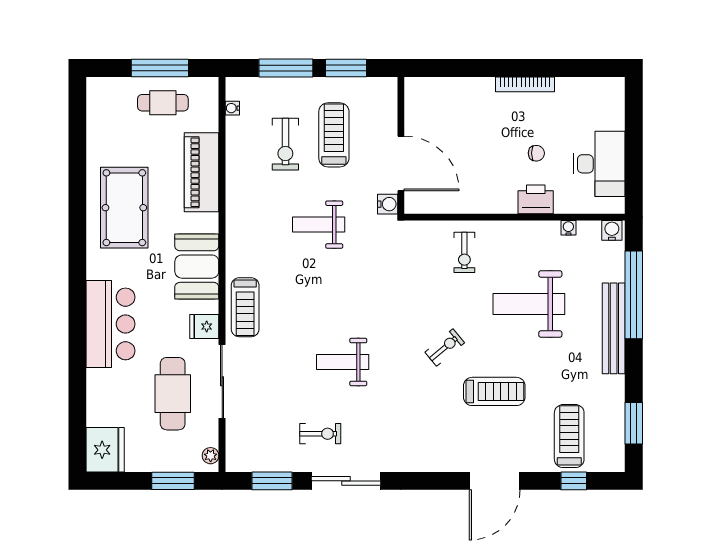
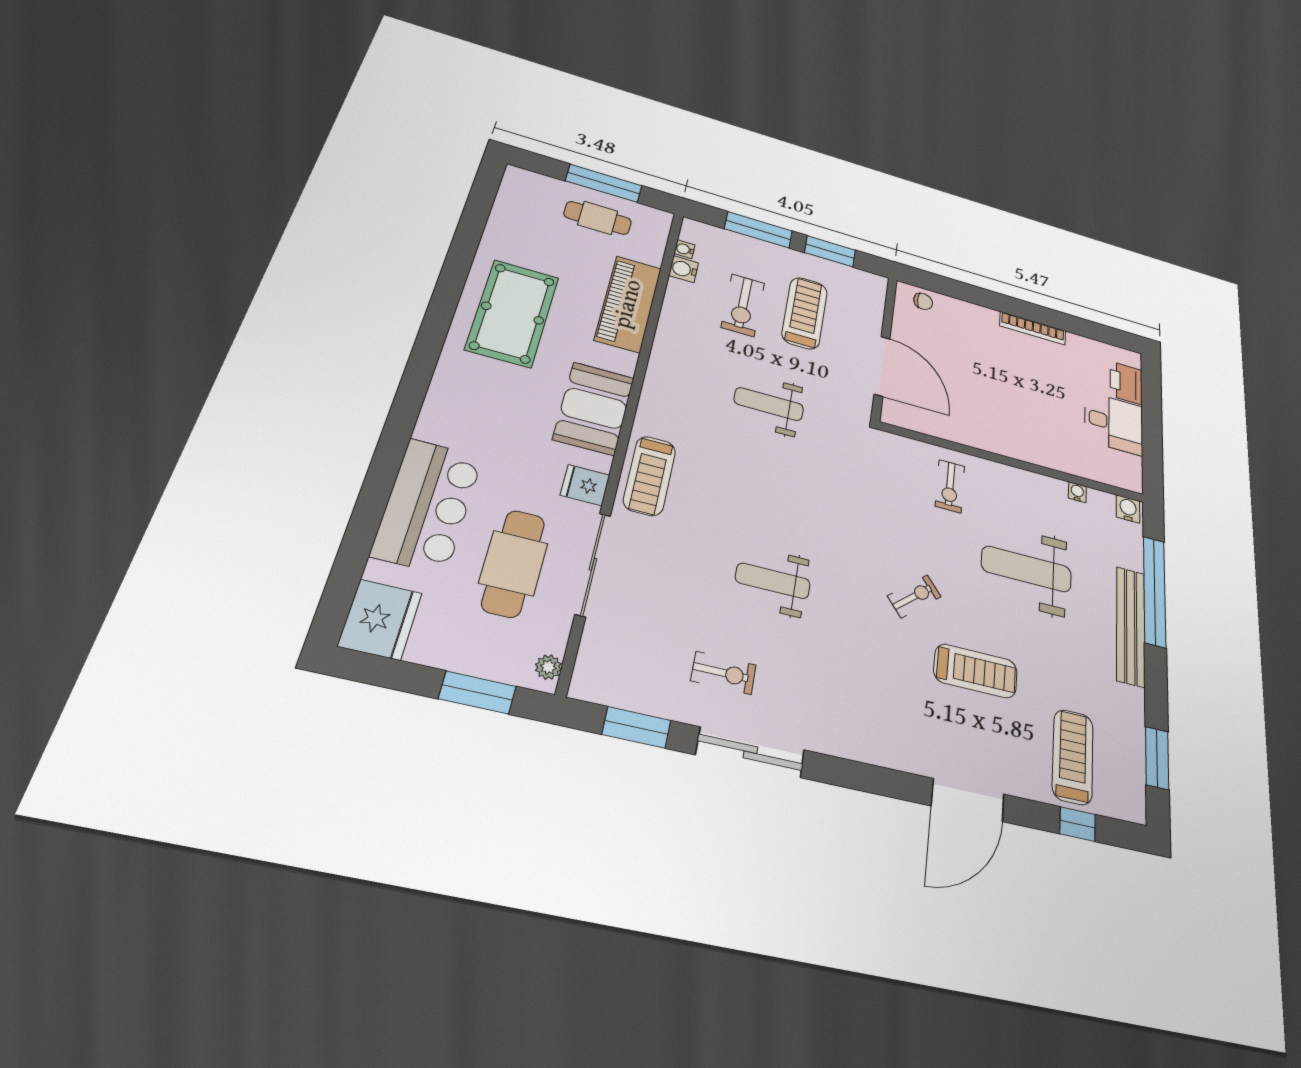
chair: (536, 153) -> (923, 301), moved
desk: (599, 164) -> (1114, 423), width x0.73
printer: (536, 199) -> (1126, 383), moved, turned -90
water cooler: (388, 204) -> (684, 269), moved, turned 180
bar counter: (111, 324) -> (428, 505), moved

